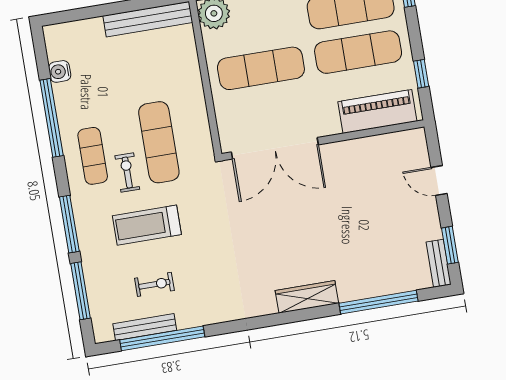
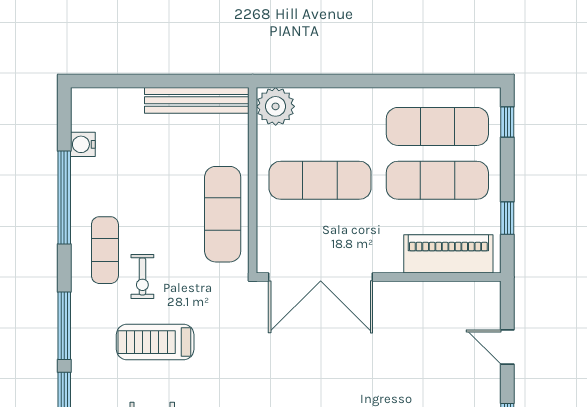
exercise mat: (159, 142) -> (223, 214), moved
exercise bike: (127, 173) -> (142, 276), turned 180

